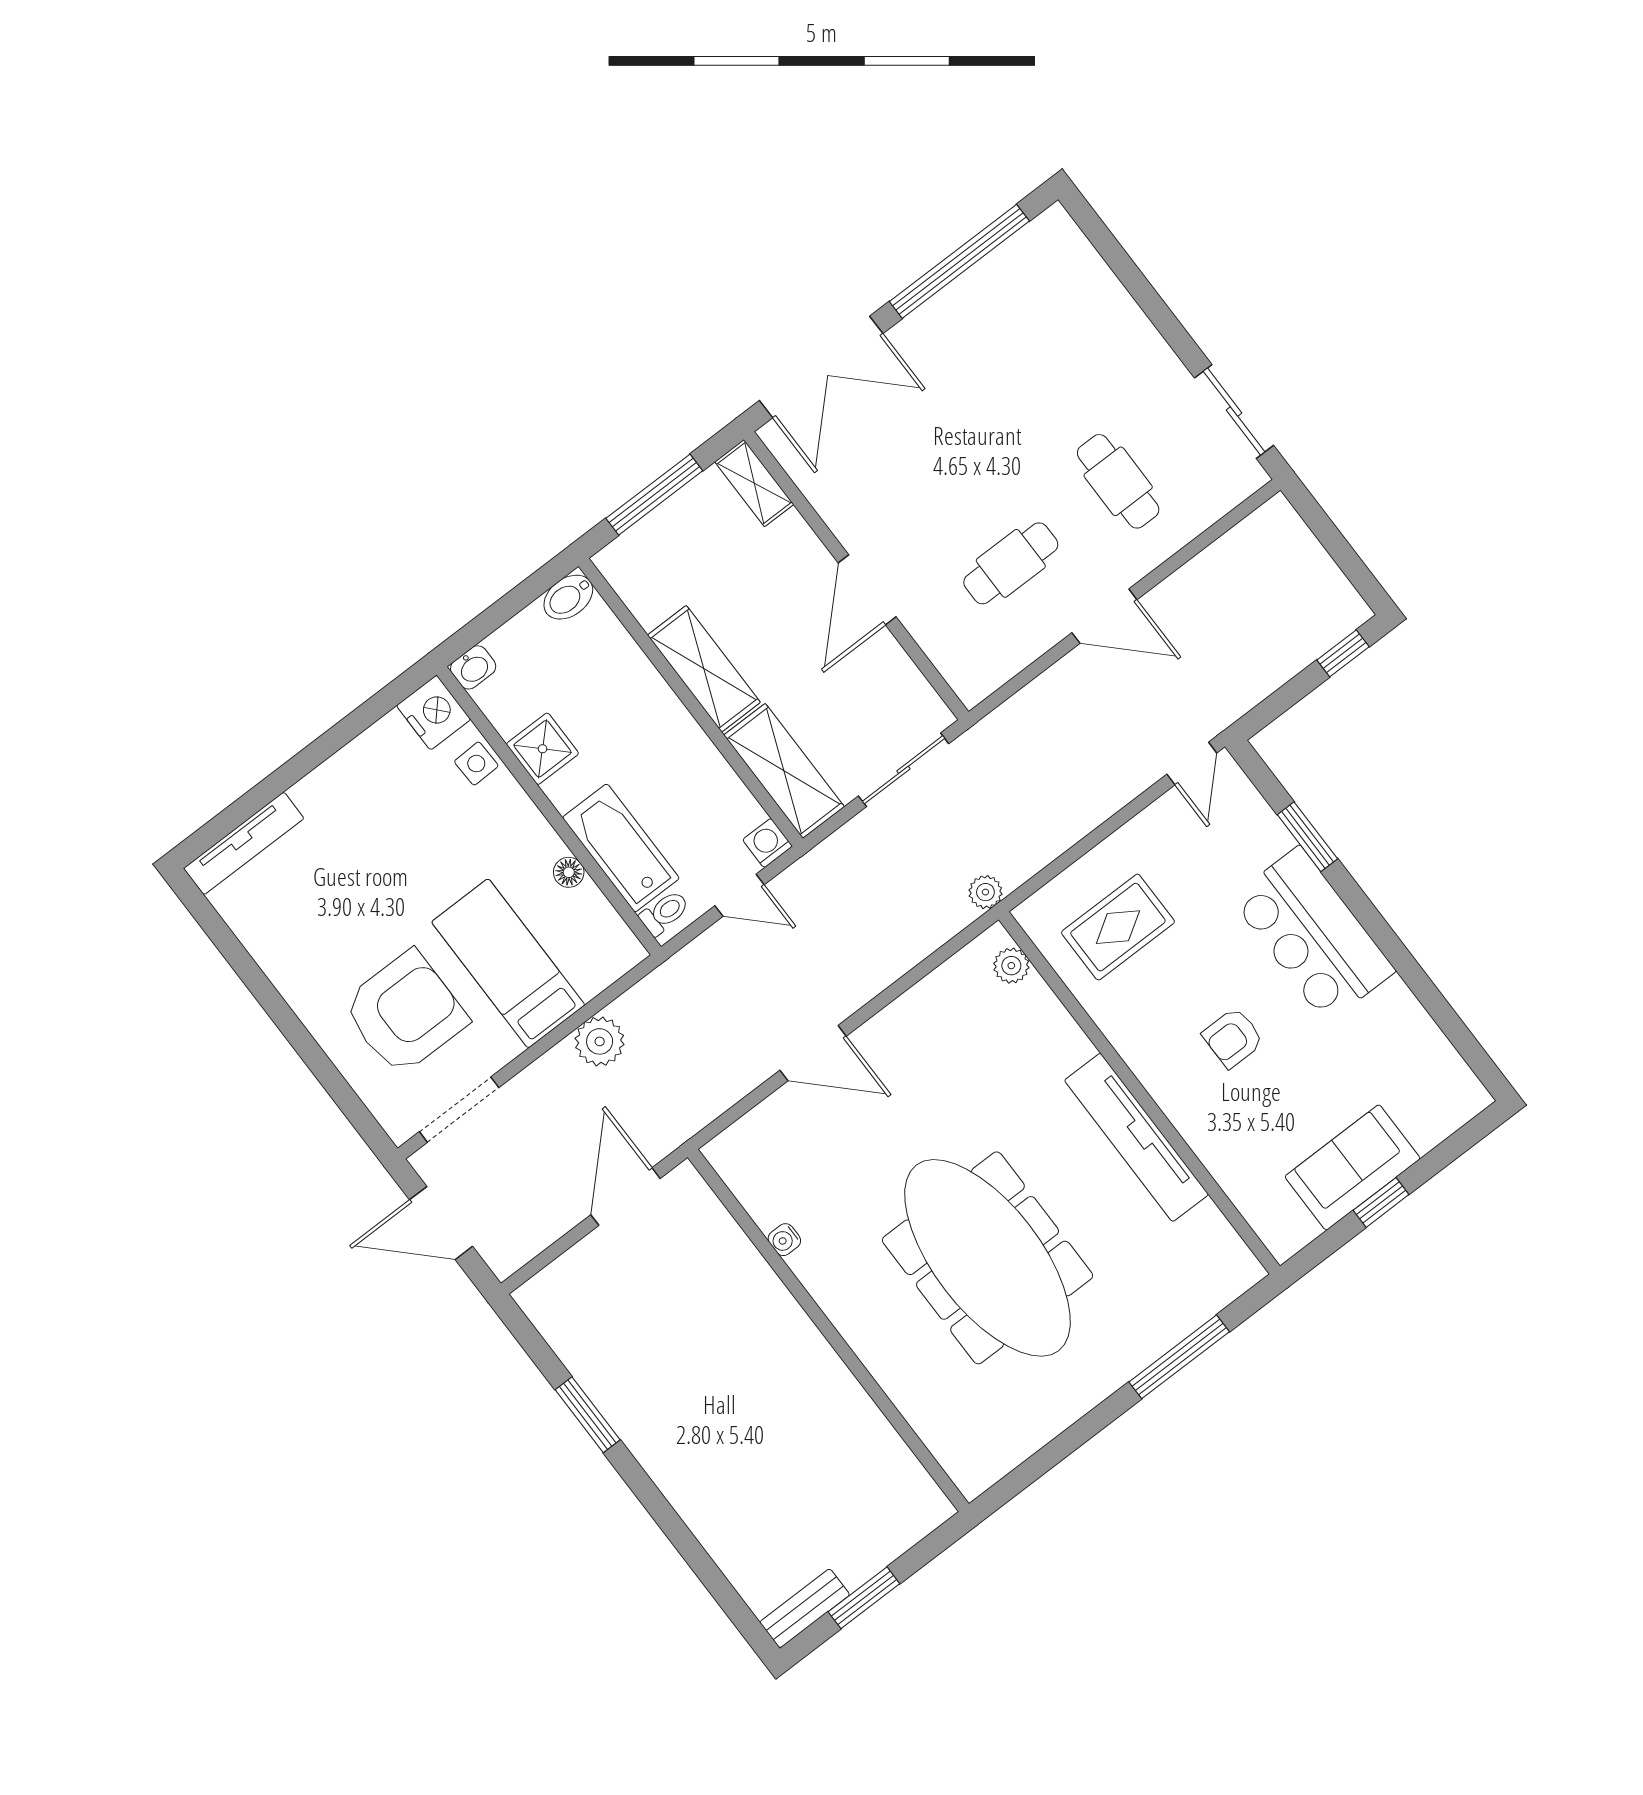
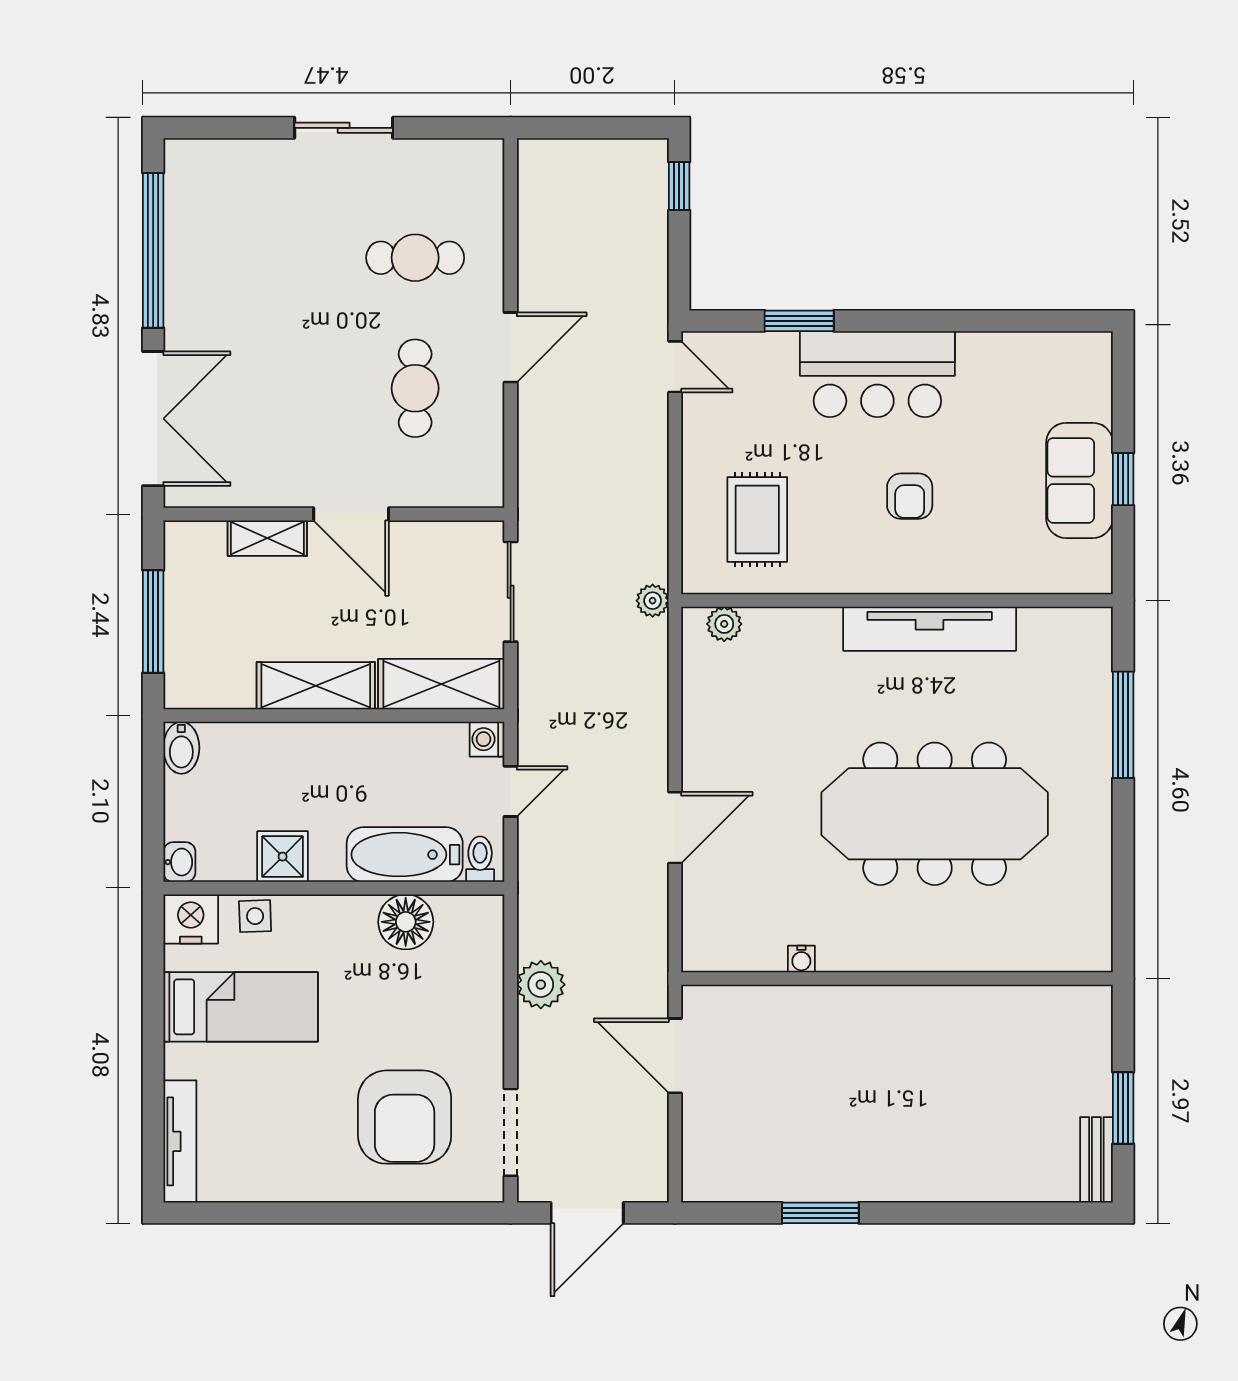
sliding door: (1234, 412) -> (344, 128), moved
shelving: (754, 483) -> (267, 538), moved
floor lamp: (569, 872) -> (406, 922), width x1.89, depth x1.89
bed: (508, 963) -> (241, 1007), moved, turned 180
armchair: (405, 1013) -> (405, 1117), turned 180

